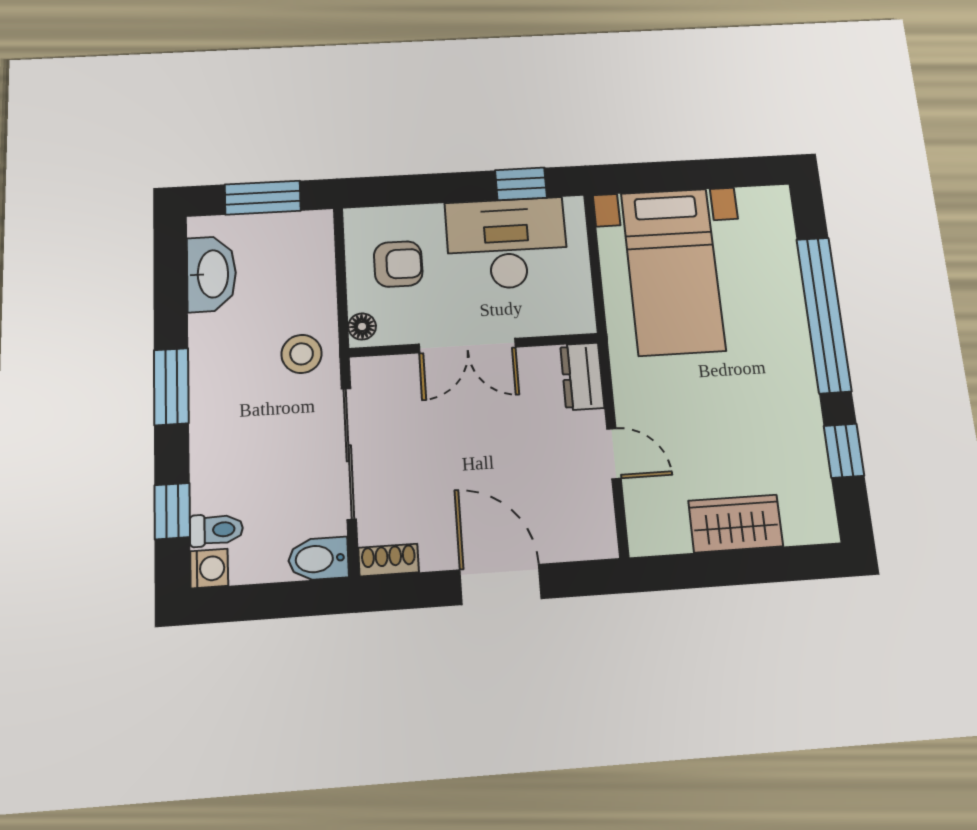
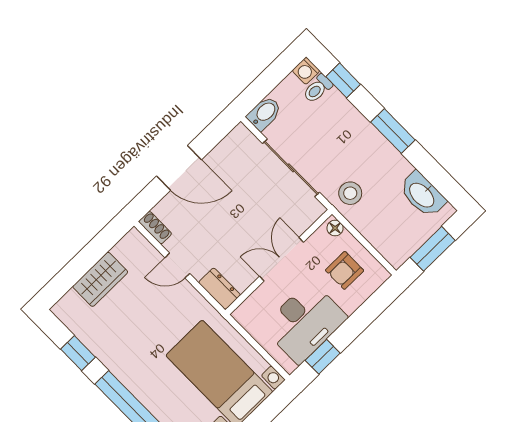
shoe rack: (389, 560) -> (155, 228), moved, turned -90

